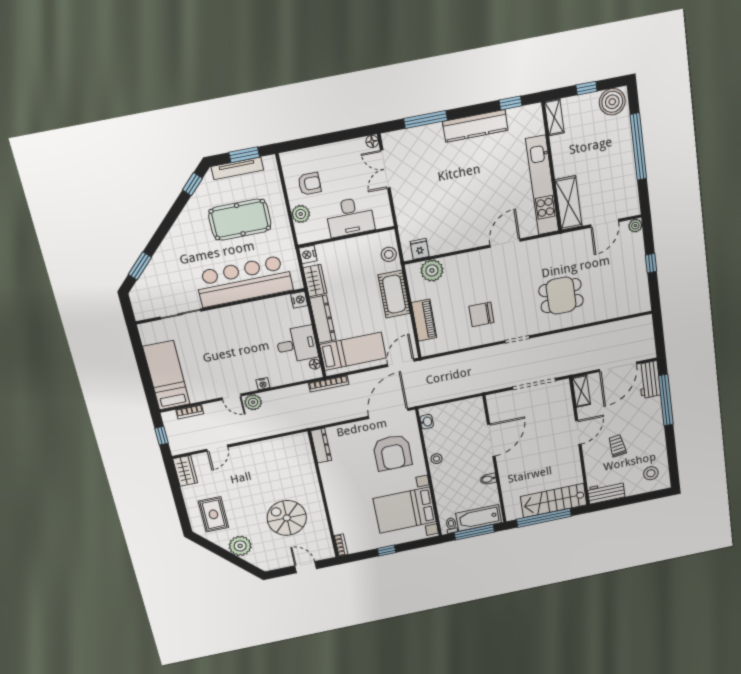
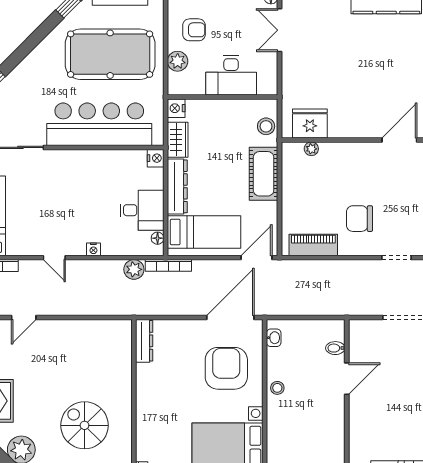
pool table: (240, 220) -> (110, 54), width x1.36, depth x1.32
fridge: (420, 249) -> (310, 123), width x1.88, depth x1.34
plant: (432, 270) -> (311, 149), width x0.53, depth x0.53
piano: (424, 320) -> (313, 245), moved, turned -90
plant: (253, 402) -> (134, 269), moved
door: (491, 440) -> (347, 379), width x0.73
armchair: (392, 453) -> (226, 368), turned 180
bidet: (488, 479) -> (335, 348), moved

